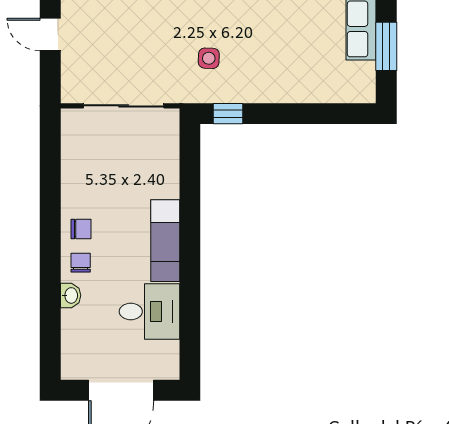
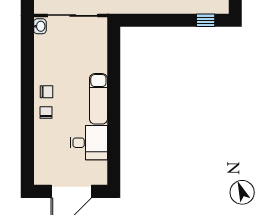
window: (228, 114) -> (206, 20), moved
washbasin: (71, 295) -> (40, 26), moved

